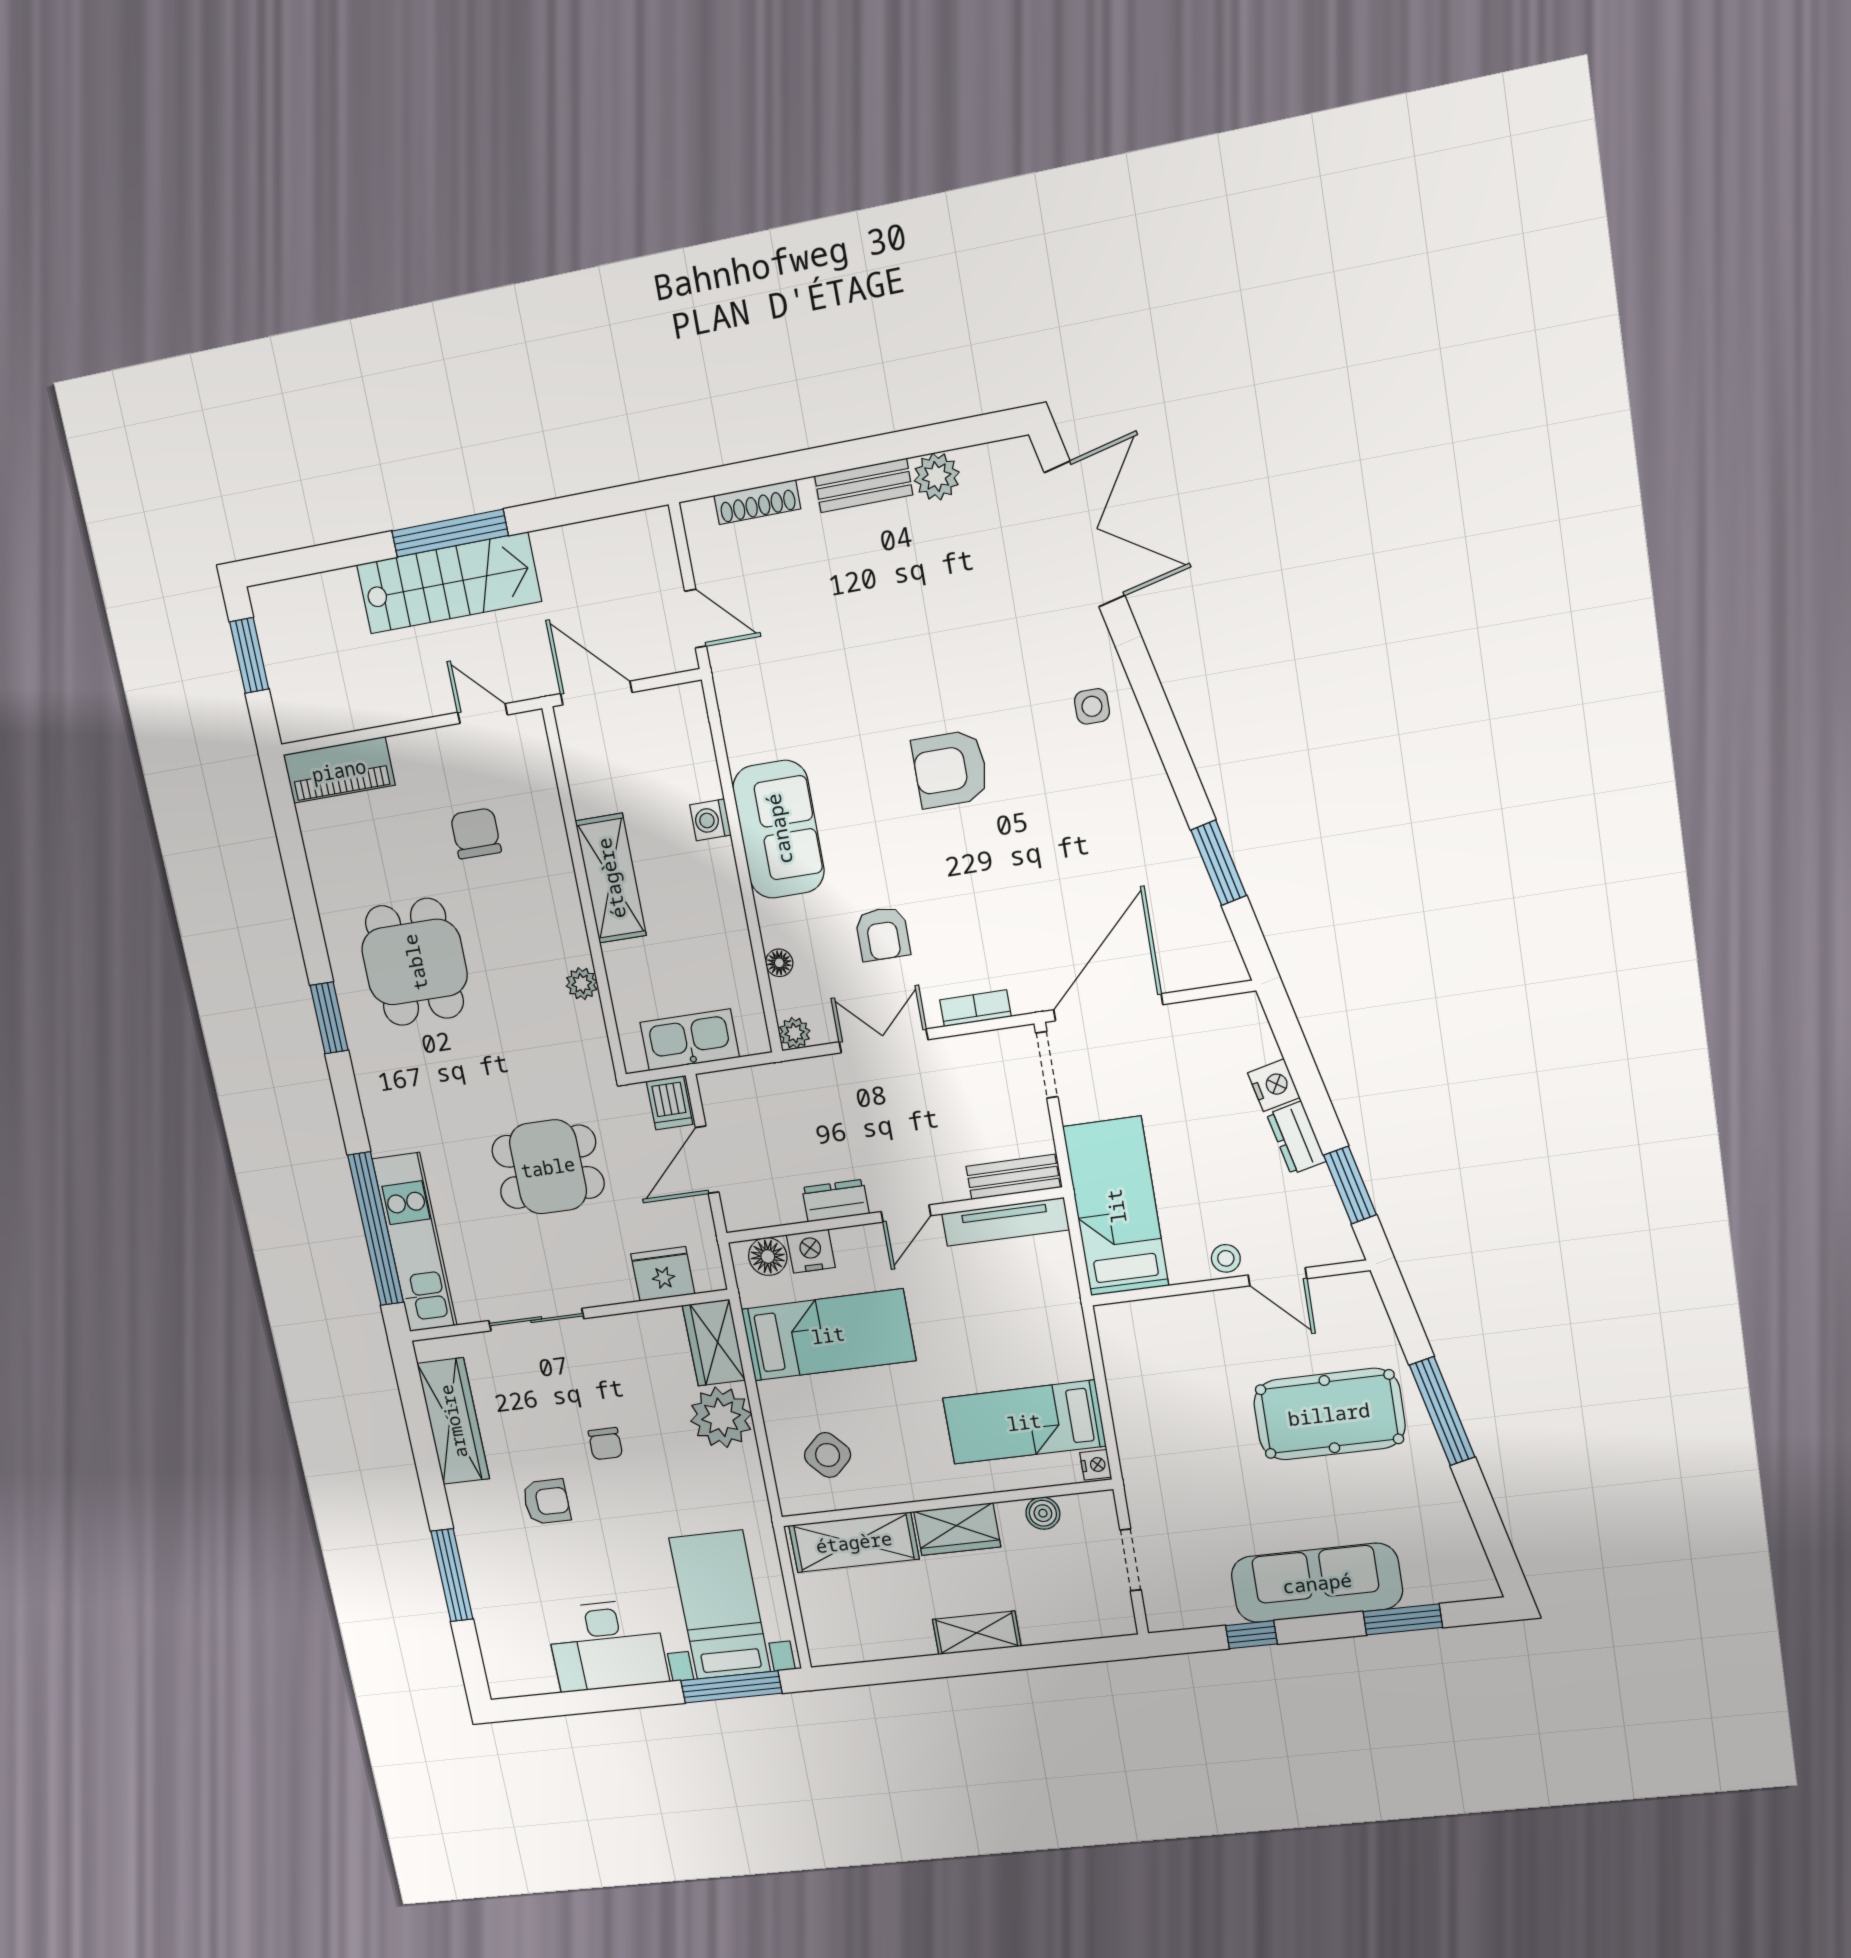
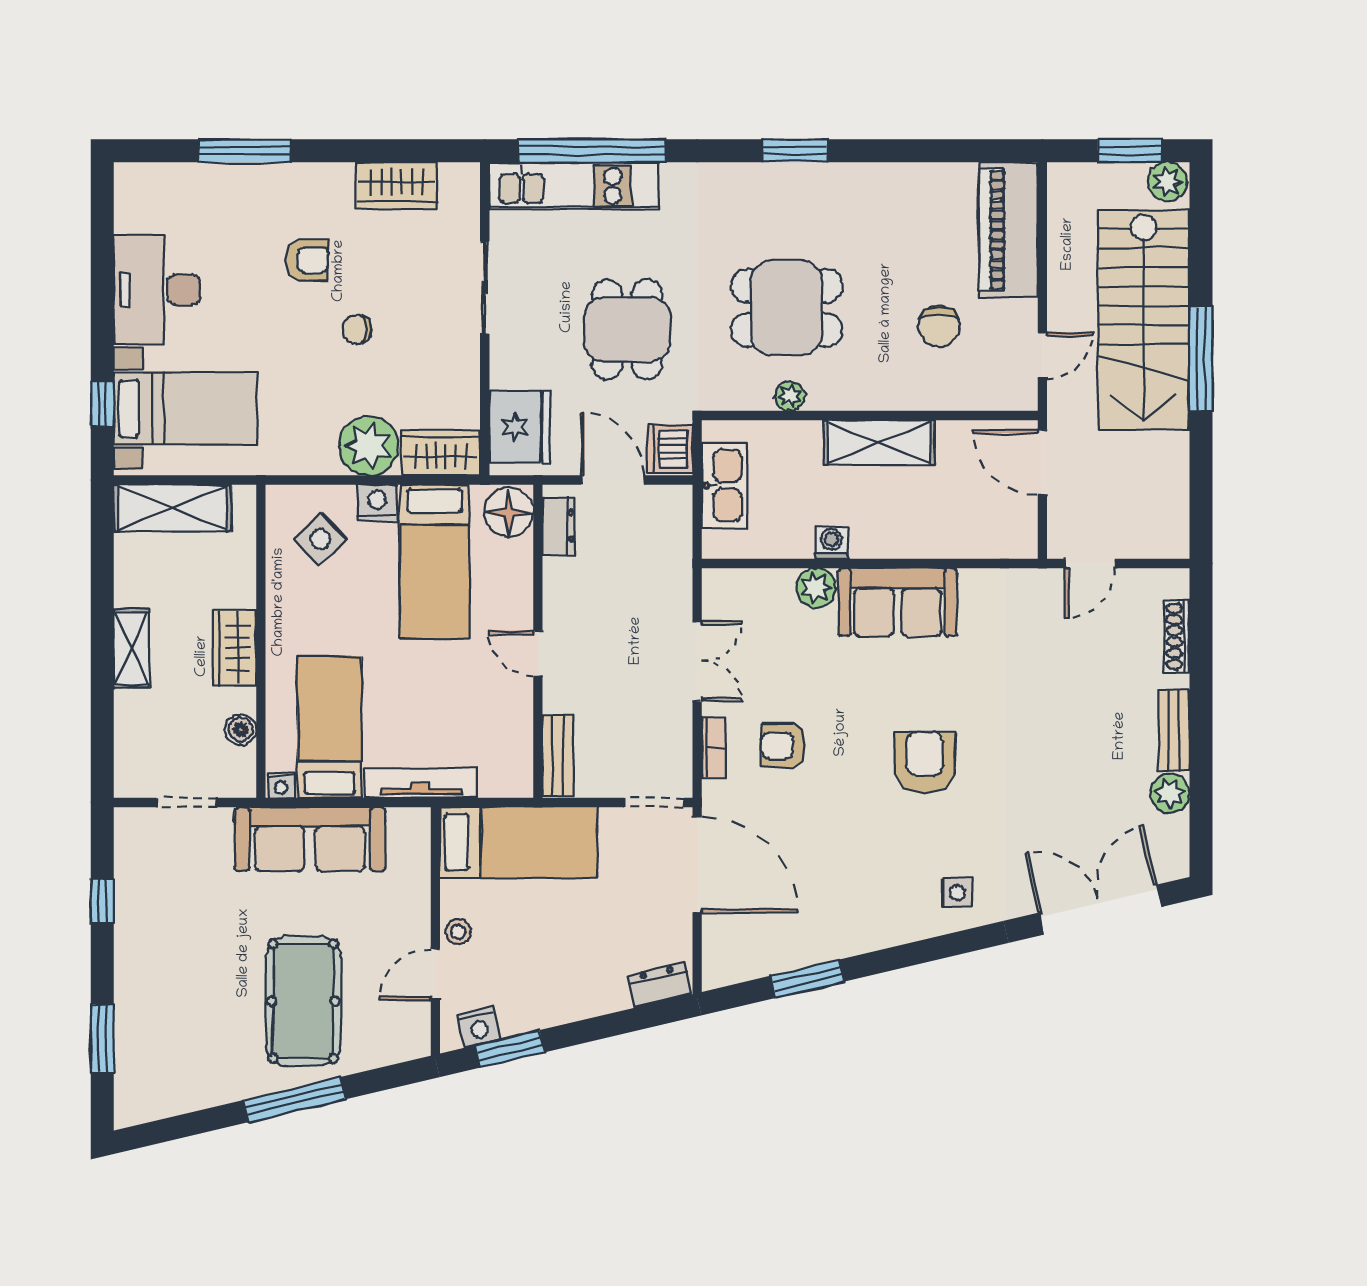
double door: (1085, 534) -> (1100, 910), swing flipped
stairs: (449, 583) -> (1144, 320), width x1.36, depth x1.51
plant: (272, 607) -> (1167, 182), added
door: (596, 693) -> (1042, 462), swing flipped
piano: (339, 770) -> (1008, 230), width x1.37, depth x1.33
washing machine: (710, 820) -> (831, 543), moved
chair: (476, 833) -> (939, 326), turned 90
armchair: (883, 934) -> (784, 746), moved
dining table: (415, 962) -> (787, 308), moved
floor lamp: (779, 963) -> (781, 580), removed
plant: (795, 1033) -> (816, 588), moved, width x1.38, depth x1.38
nightstand: (1274, 1085) -> (479, 1027), moved
dishwasher: (670, 1103) -> (670, 449), width x1.38
dresser: (1296, 1138) -> (659, 985), moved
dresser: (835, 1201) -> (559, 526), moved
tv unit: (1005, 1222) -> (421, 783), moved, turned 90
nightstand: (811, 1251) -> (377, 503), moved, turned -90
floor lamp: (768, 1257) -> (509, 512), width x1.38, depth x1.38
fridge: (663, 1274) -> (520, 427), width x1.36, depth x1.34
wardrobe: (453, 1421) -> (397, 186), width x0.67
armchair: (546, 1502) -> (307, 260), turned -90
shelving: (854, 1542) -> (172, 508), moved, turned 90
sofa: (1317, 1583) -> (310, 839), moved, turned 90
window: (731, 1687) -> (102, 404), width x0.46

